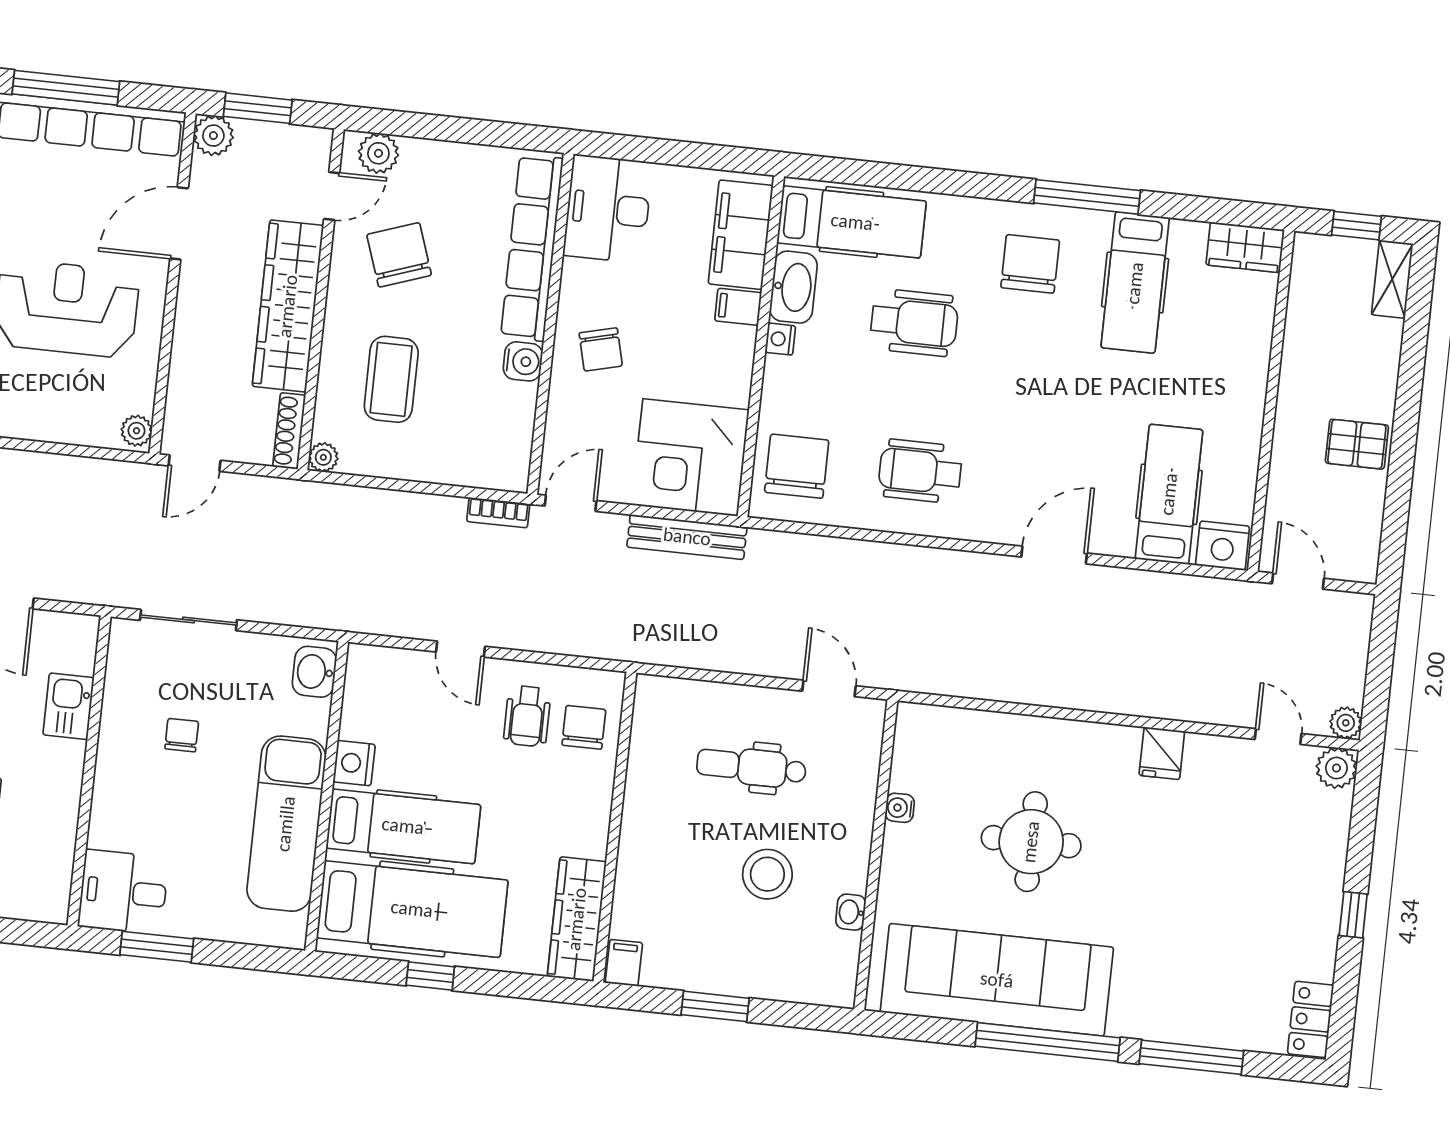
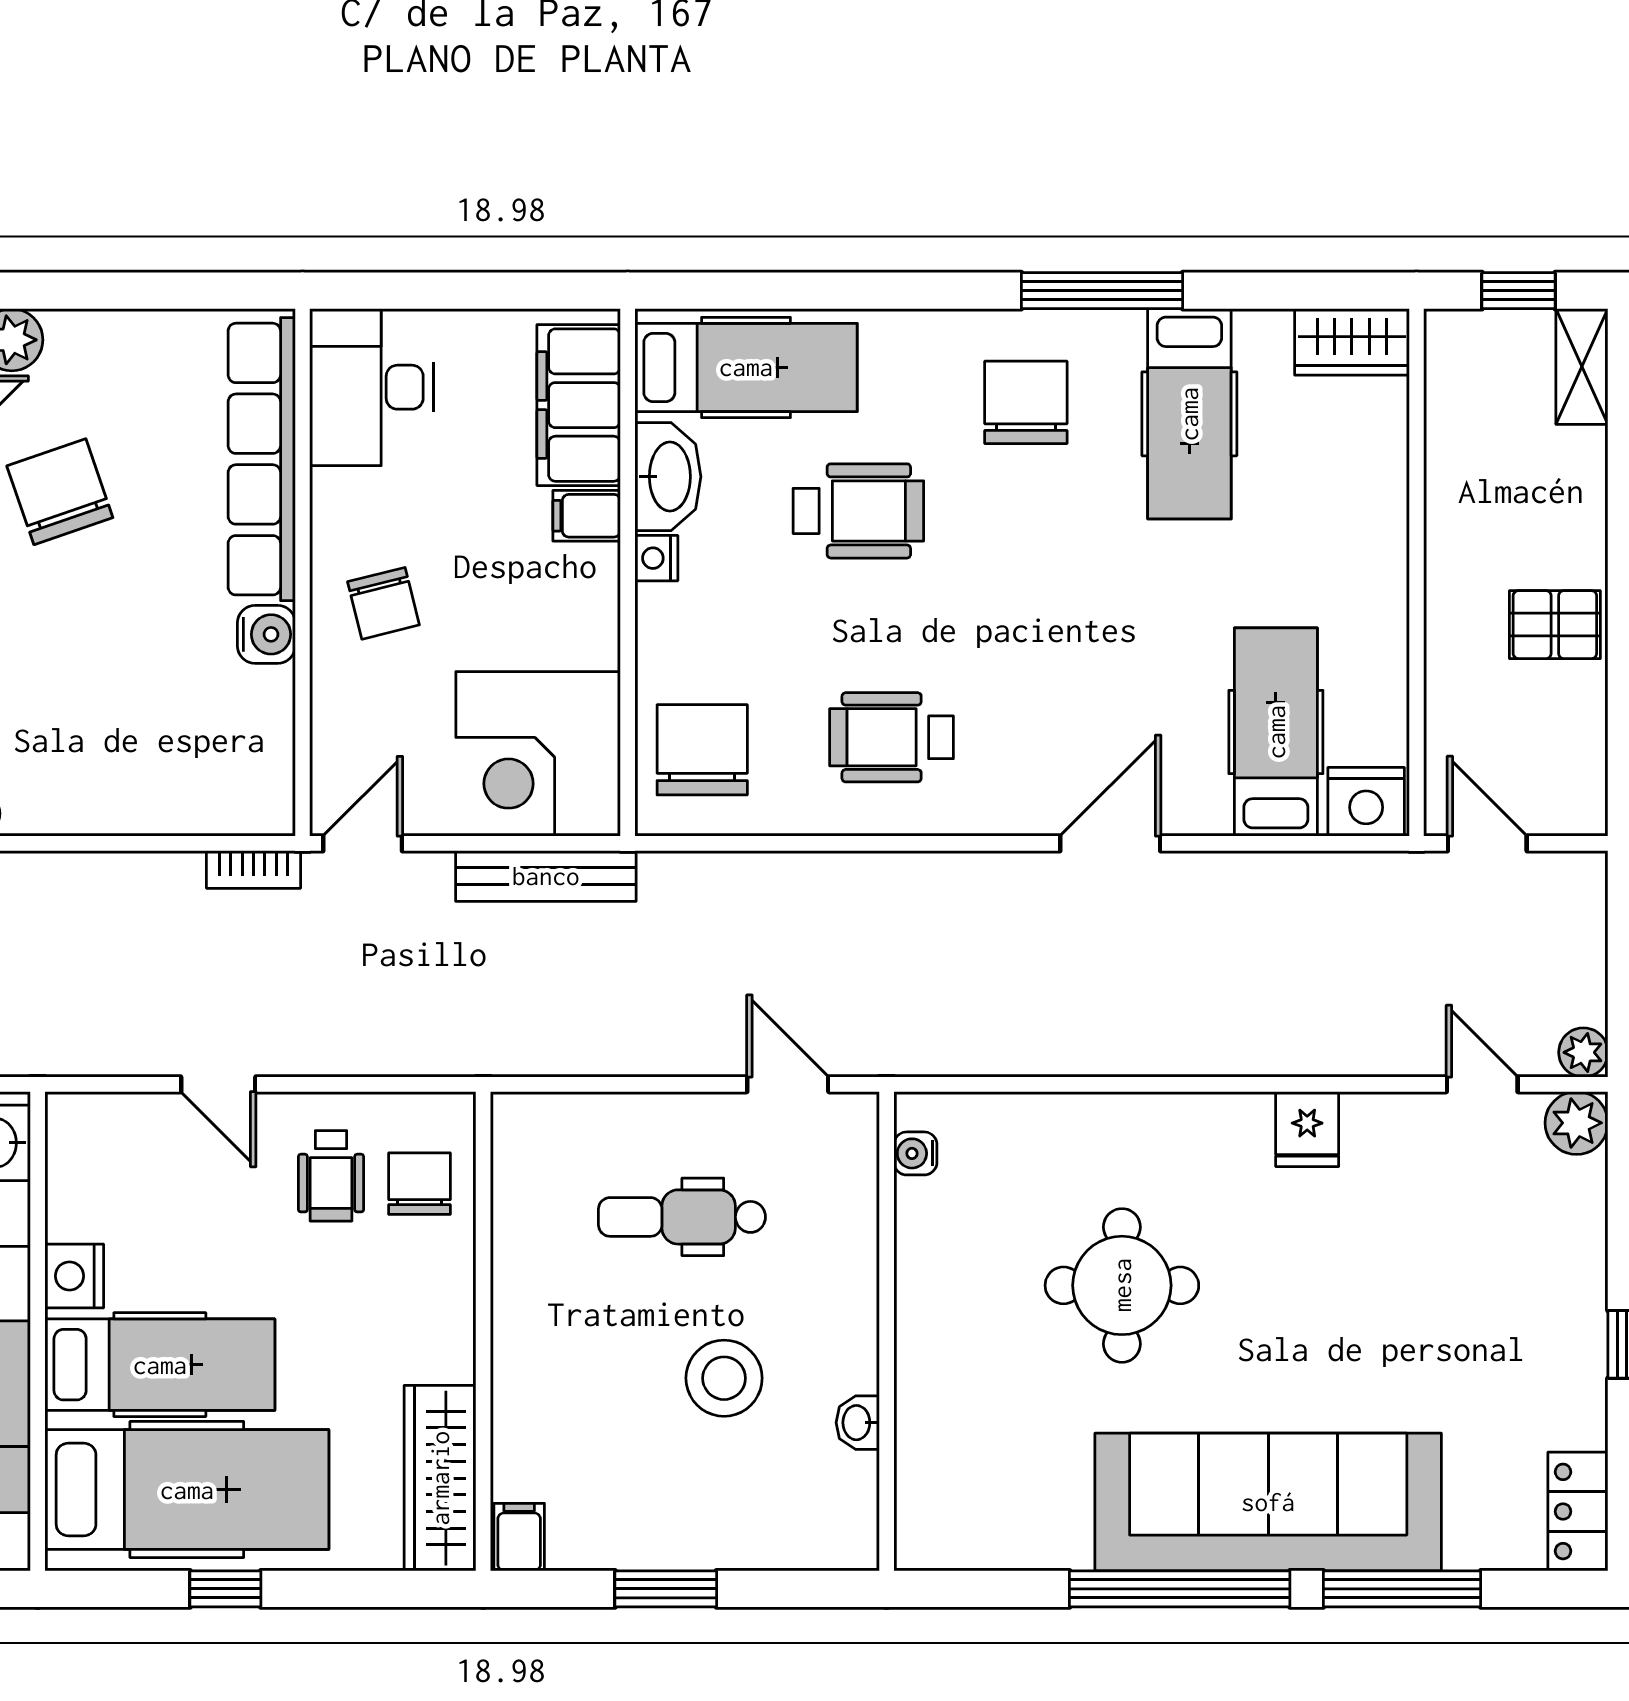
coffee table: (391, 379) -> (68, 683), removed
water cooler: (900, 808) -> (915, 1153), moved
sofa: (997, 980) -> (1268, 1502), moved

